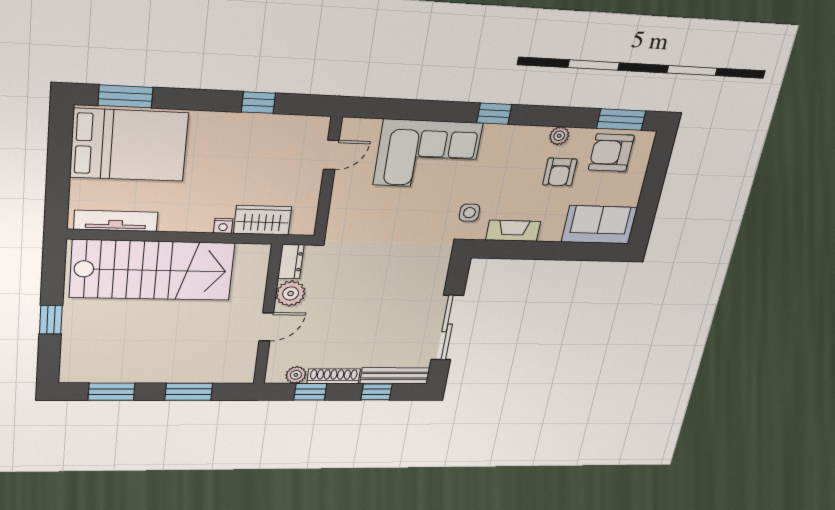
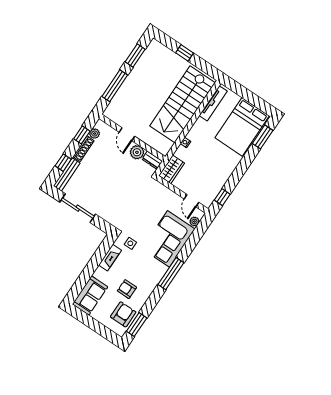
window: (258, 103) -> (222, 197), moved
window: (494, 114) -> (171, 274), width x2.17
plant: (559, 136) -> (194, 222), moved
wardrobe: (262, 220) -> (172, 169), moved
window: (189, 392) -> (115, 86), width x1.44

